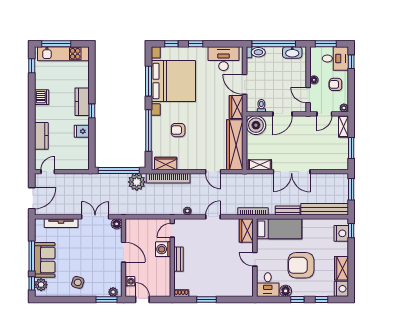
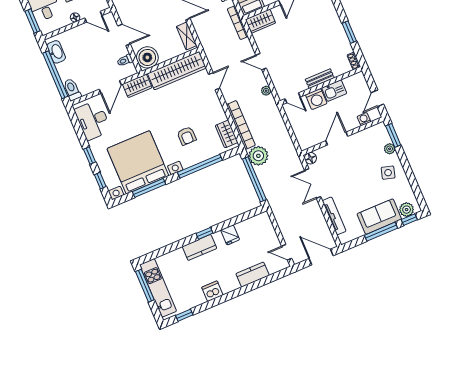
window: (56, 44) -> (145, 286), moved
door: (308, 95) -> (93, 17), hinge flipped
kitchen sink: (164, 267) -> (334, 91), added
plant: (113, 292) -> (390, 149), moved

